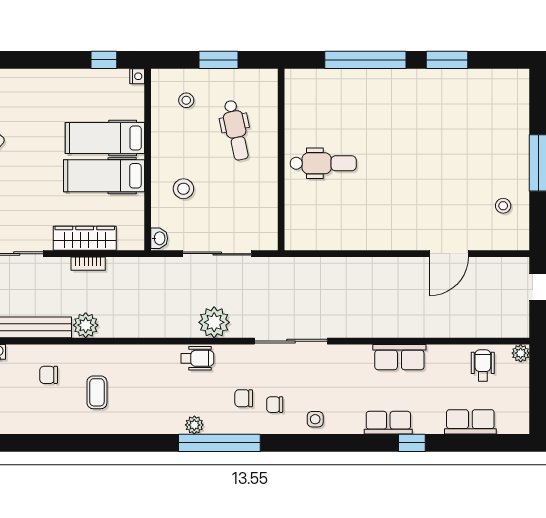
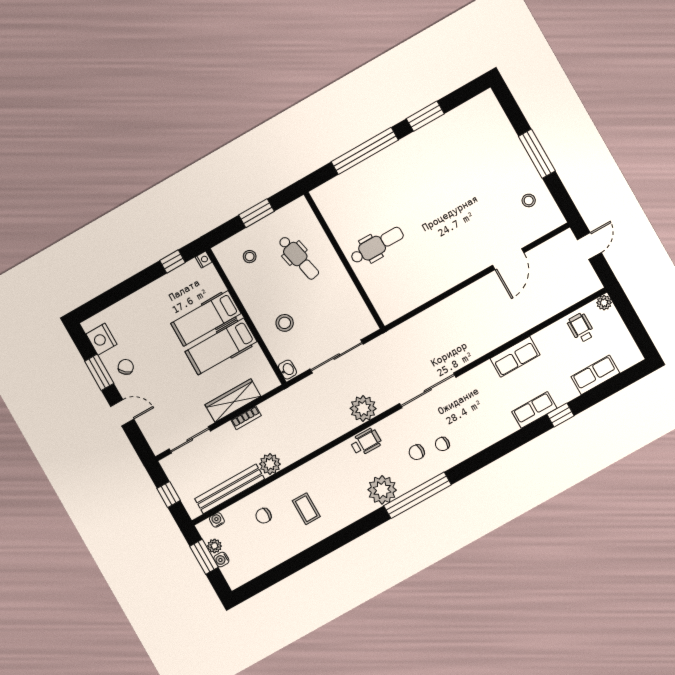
side table: (315, 419) -> (479, 438), removed
plant: (194, 425) -> (382, 490), width x1.88, depth x1.88

